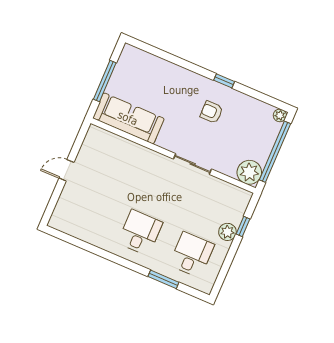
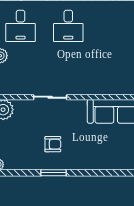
window: (224, 81) -> (53, 173), width x1.50

